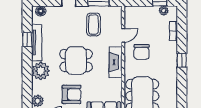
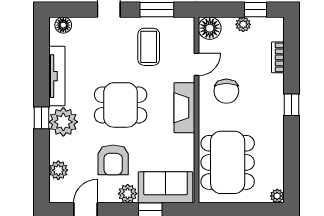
plant: (164, 11) -> (243, 24), moved
floor lamp: (131, 13) -> (210, 28), added
window: (27, 40) -> (41, 118), moved
armchair: (71, 94) -> (113, 160), turned 90

